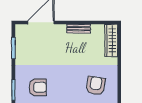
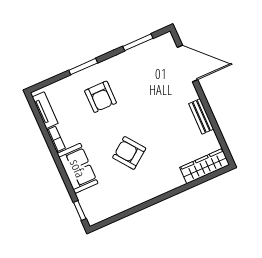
armchair: (96, 86) -> (129, 153), moved, turned -136

